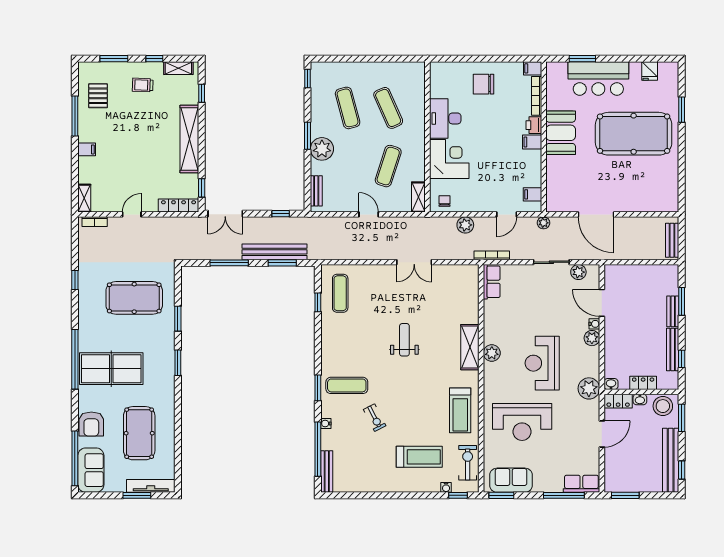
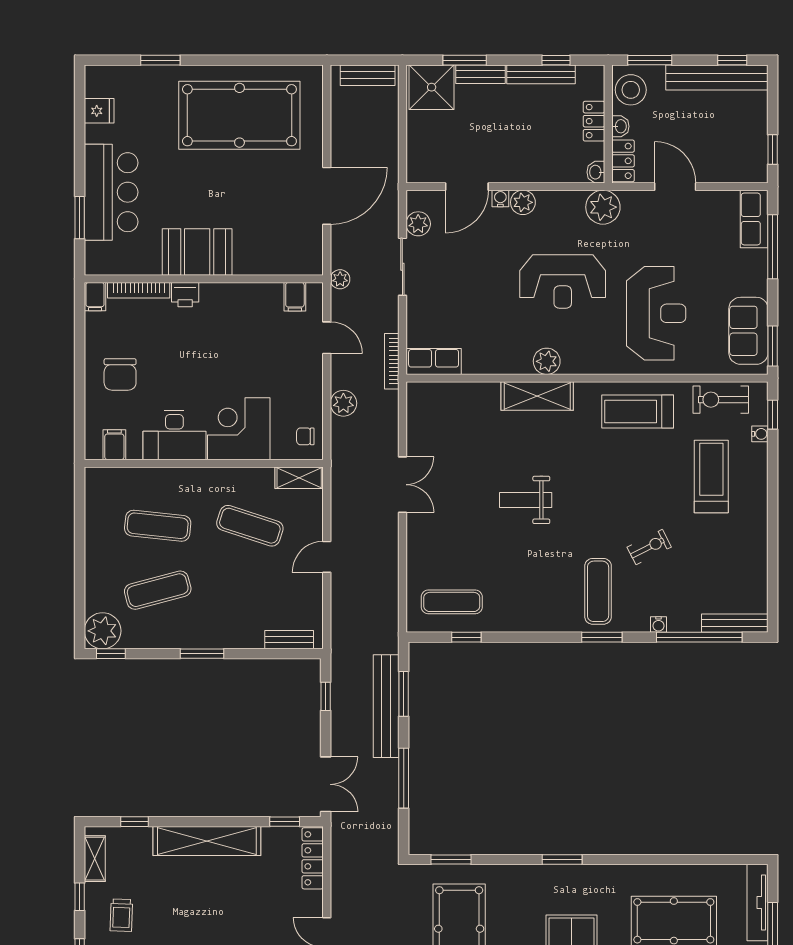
exercise mat: (388, 108) -> (158, 526), turned 30
pool table: (634, 134) -> (239, 115), moved, turned 90
filing cabinet: (532, 142) -> (114, 445), moved, turned 180
plant: (322, 149) -> (103, 631), moved
shower: (665, 281) -> (432, 87), added
window: (178, 319) -> (451, 859), moved
treadmill: (460, 410) -> (638, 411), turned 180
window: (625, 495) -> (773, 149), width x0.67

